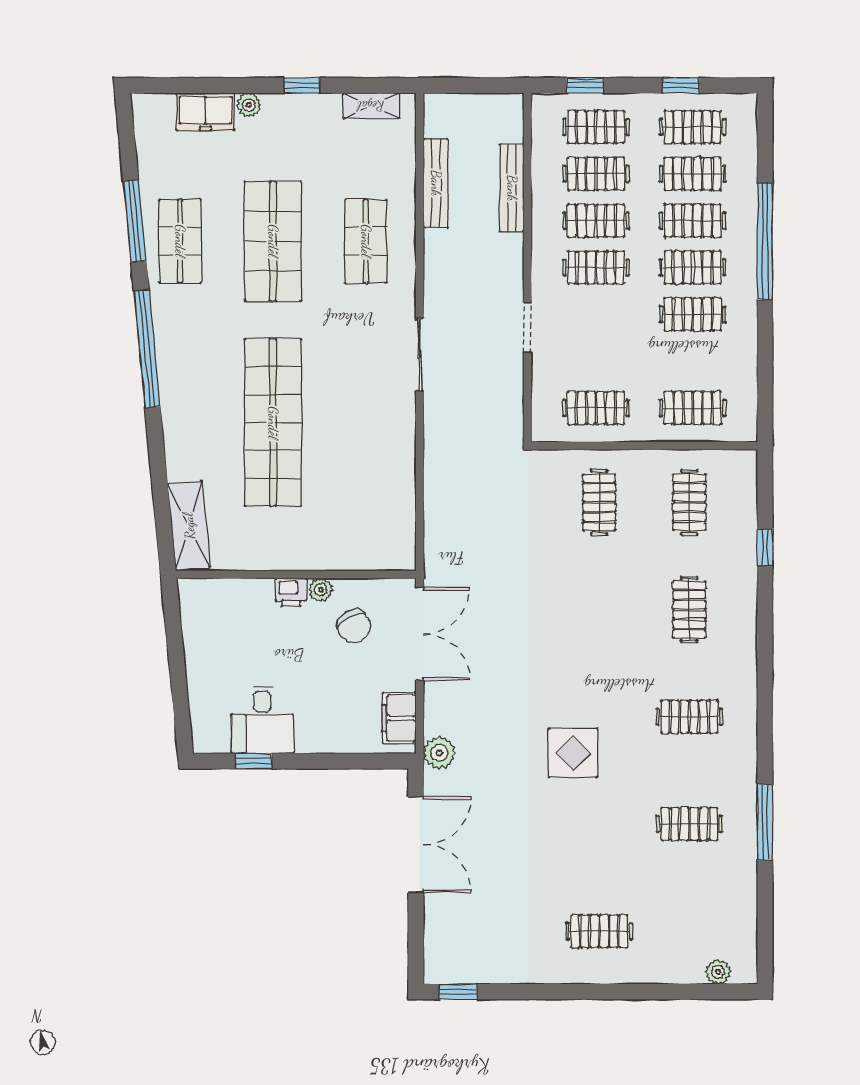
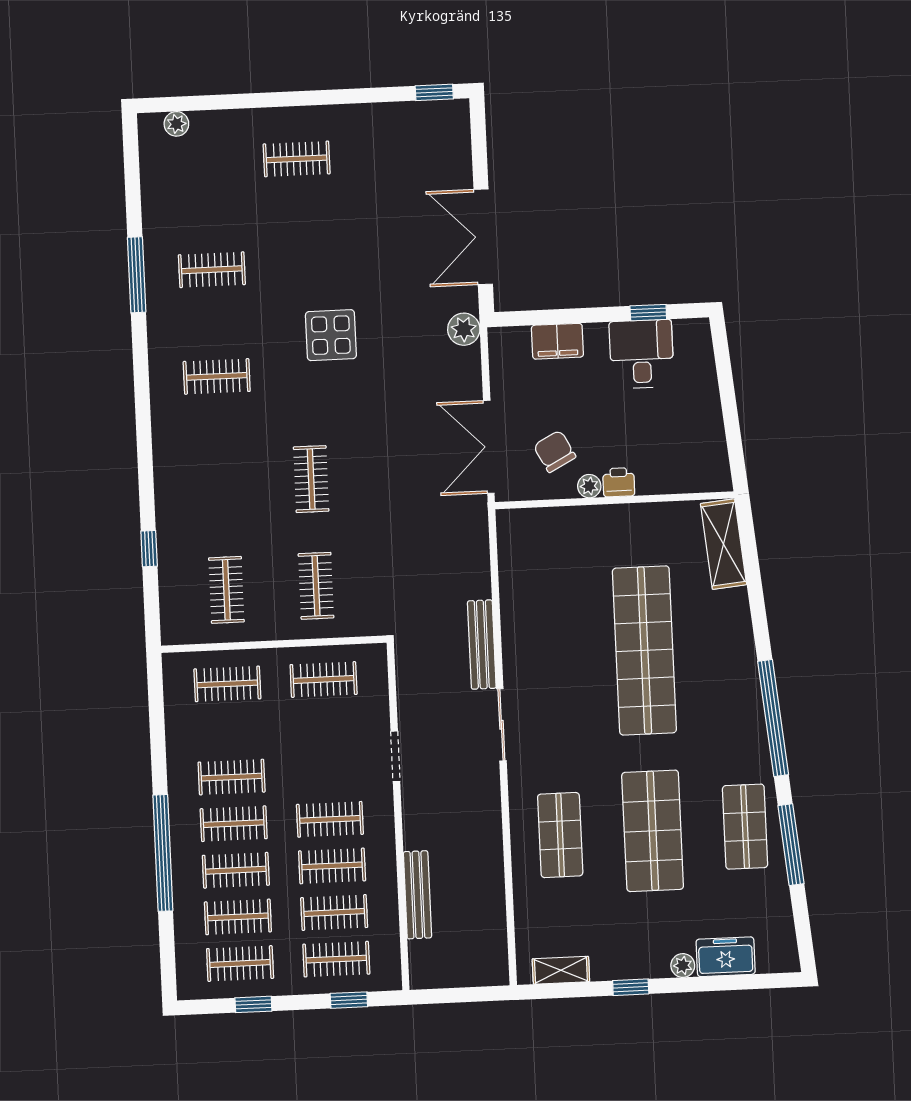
bench: (436, 183) -> (482, 645), moved
clothes rail: (689, 610) -> (311, 479), moved
filing cabinet: (399, 718) -> (557, 341), moved, turned 90

